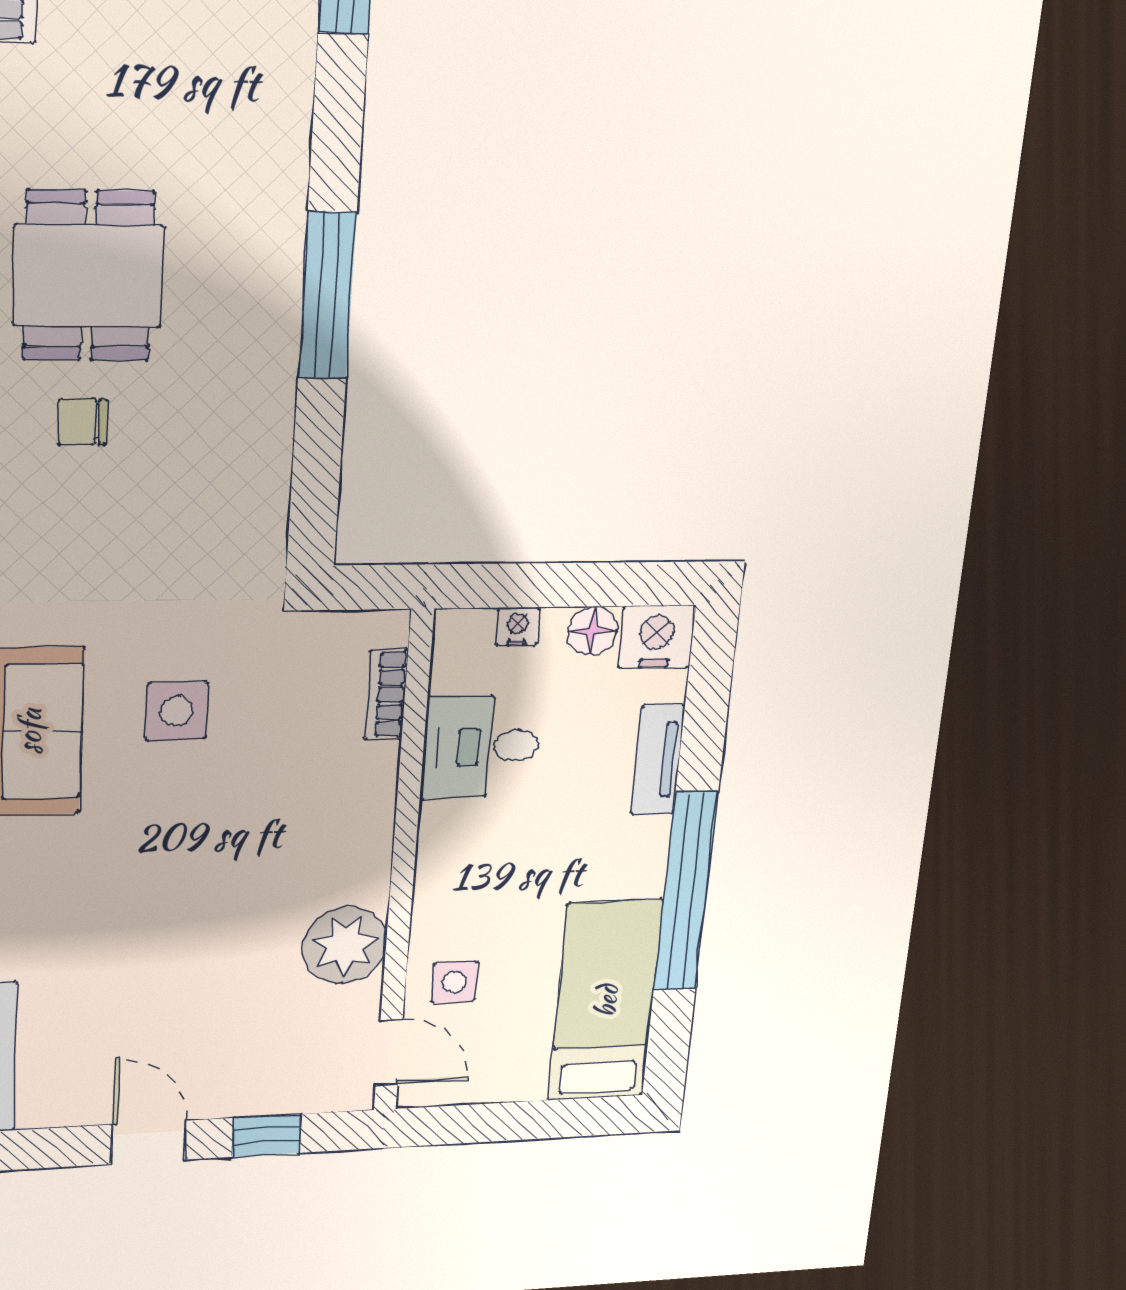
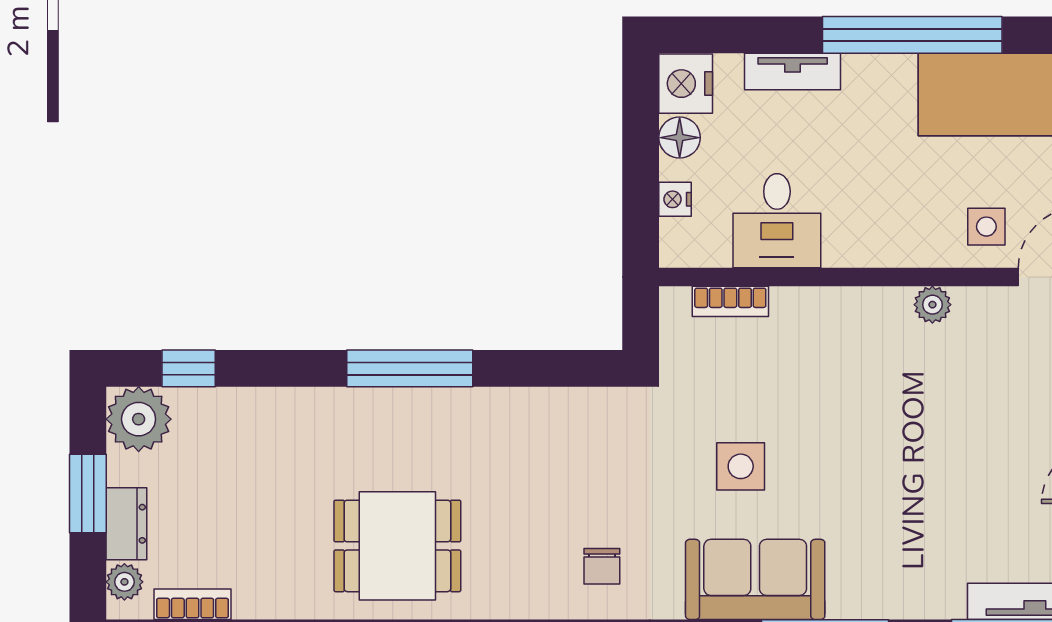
chair: (83, 422) -> (602, 566), moved
plant: (345, 945) -> (932, 305), width x0.53, depth x0.53

